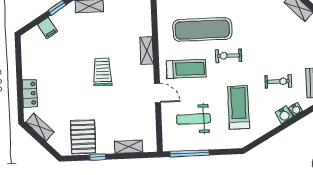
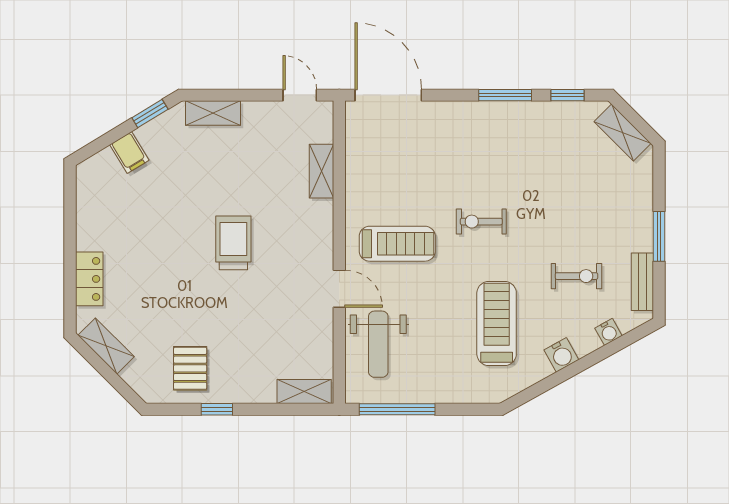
exercise mat: (202, 29) -> (432, 168), removed
shelving: (147, 51) -> (322, 171), moved
water cooler: (284, 115) -> (561, 355), moved
weight bench: (193, 119) -> (378, 344), moved, turned -90
pallet: (83, 137) -> (190, 368), width x0.67, depth x0.71
shelving: (129, 147) -> (304, 391), moved

